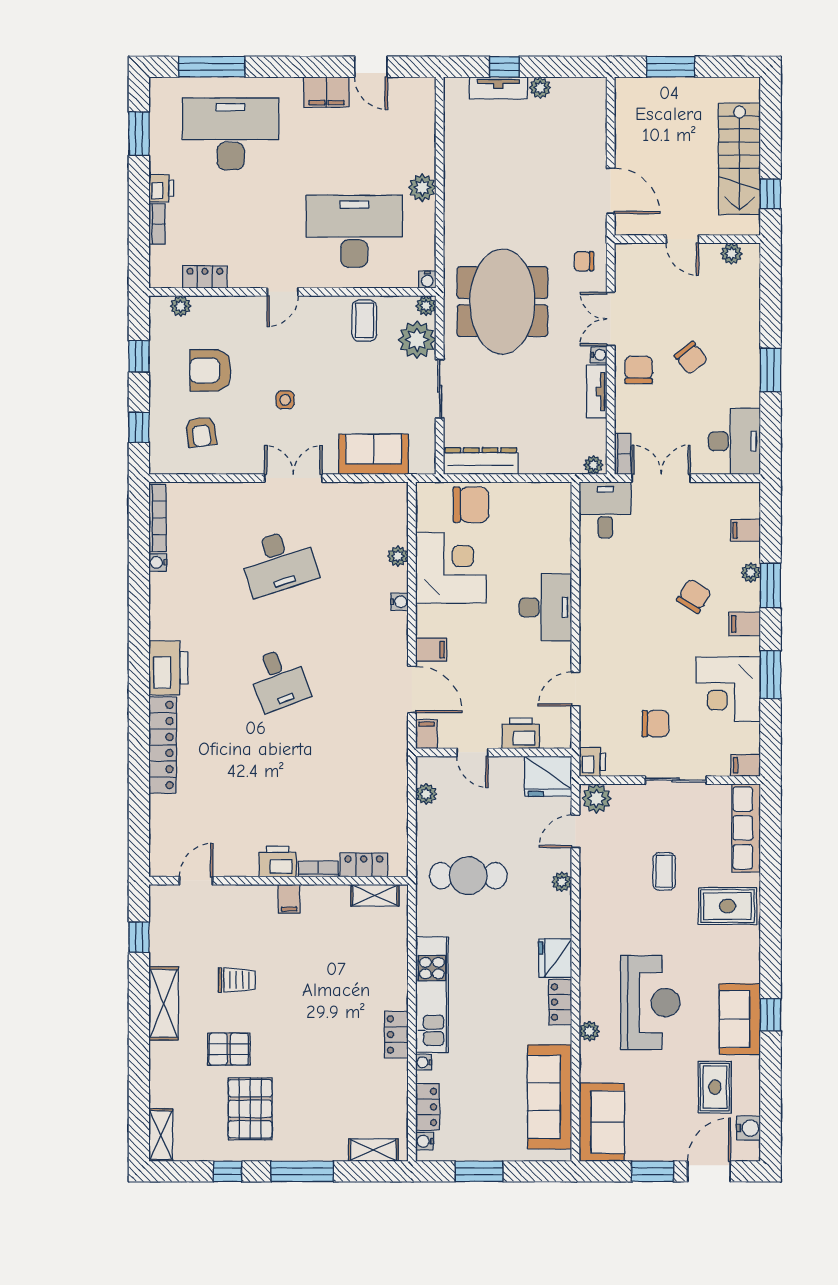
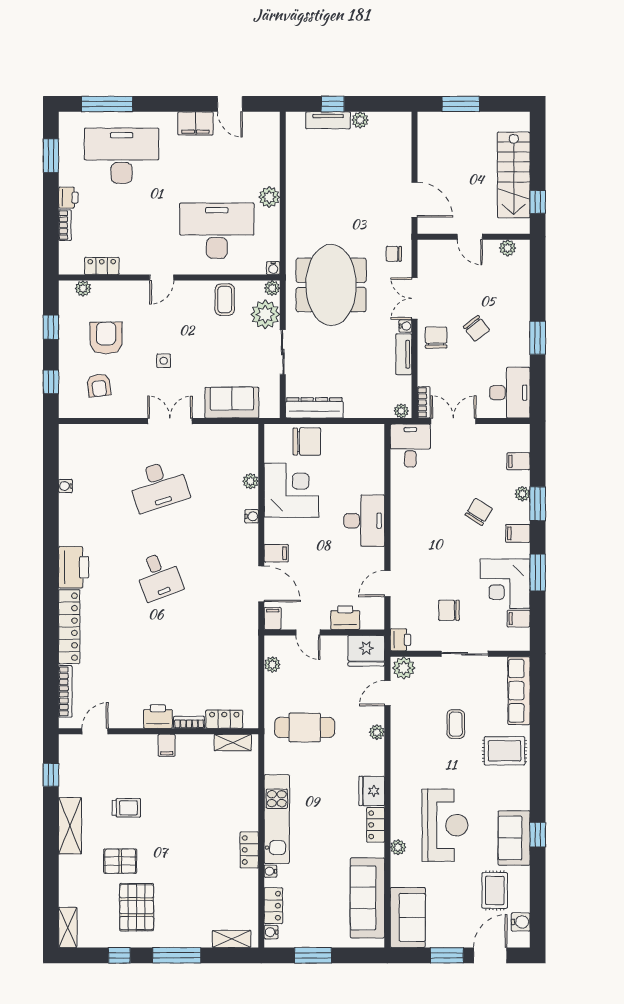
armchair: (210, 370) -> (106, 338), turned 90
bookcase: (158, 518) -> (65, 691), moved
chair: (655, 724) -> (449, 610), turned 180
filing cabinet: (746, 765) -> (519, 619), moved

